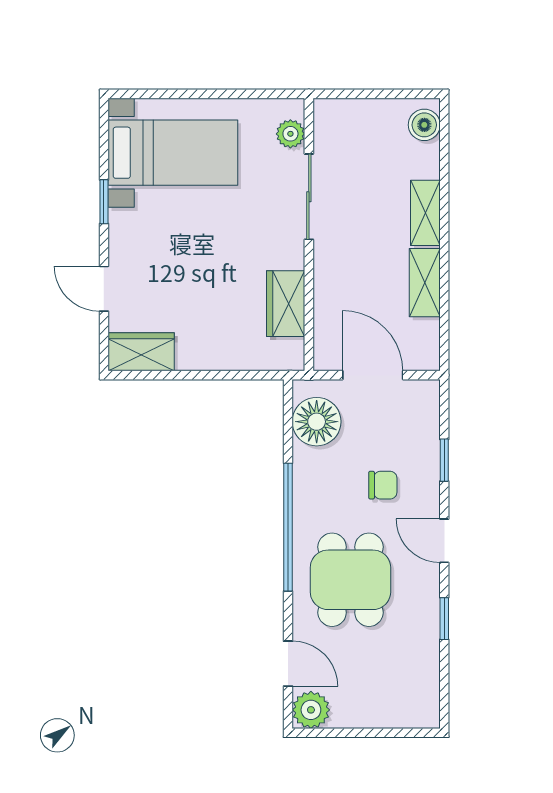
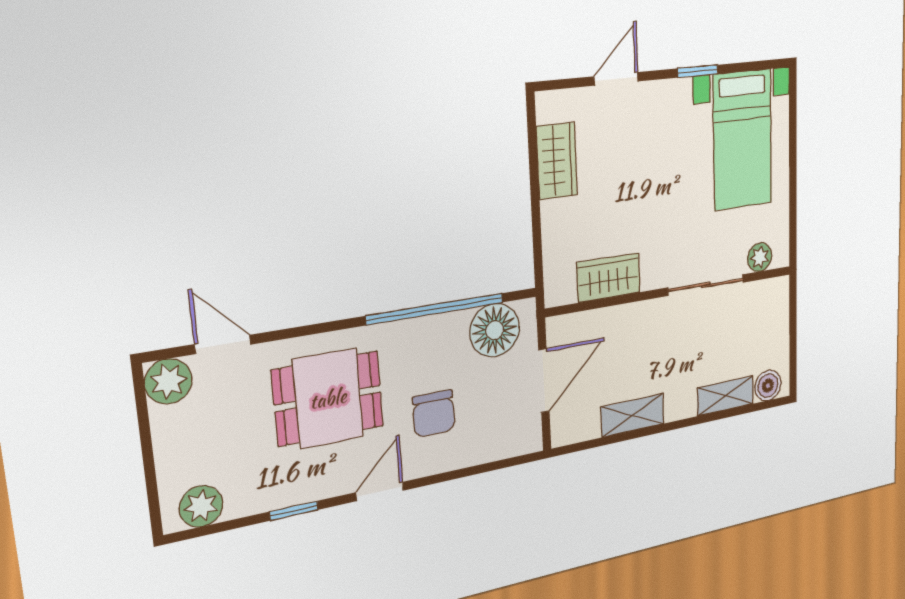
shelving: (425, 213) -> (725, 396), moved
wardrobe: (141, 352) -> (557, 161), moved
window: (444, 460) -> (464, 473), removed
chair: (383, 485) -> (434, 414), width x1.37, depth x1.37
window: (288, 527) -> (435, 309), moved
door: (288, 664) -> (223, 344), swing flipped
plant: (422, 696) -> (201, 506), added

